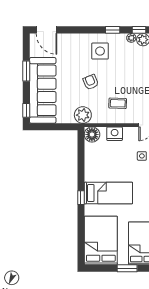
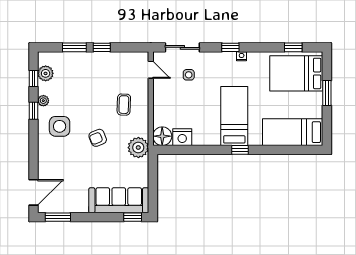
plant: (131, 38) -> (43, 101), moved
window: (26, 71) -> (58, 217), moved
sofa: (43, 90) -> (119, 200), width x0.74, depth x0.79
nightstand: (115, 134) -> (182, 137), moved, turned -90
bed: (101, 240) -> (293, 132), width x0.67

